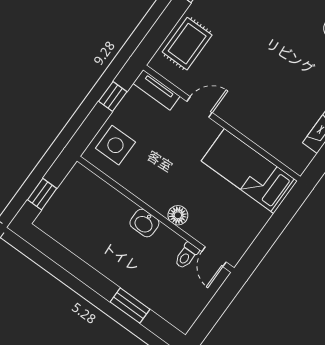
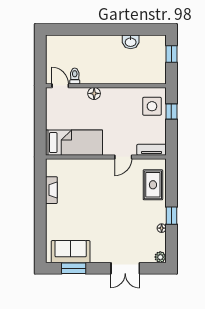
window: (113, 97) -> (171, 112), moved
washbasin: (144, 223) -> (131, 42), moved, turned 180
window: (130, 306) -> (85, 30), removed

